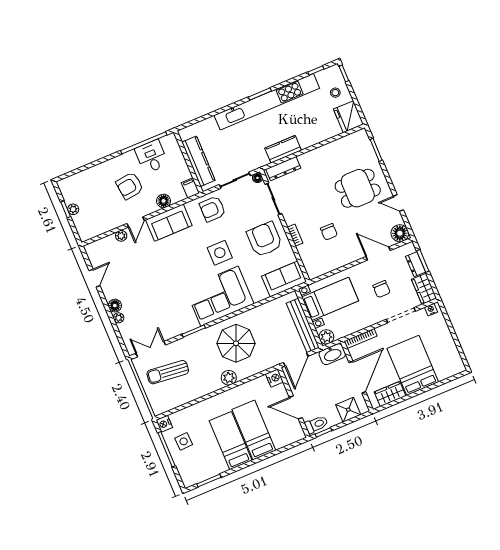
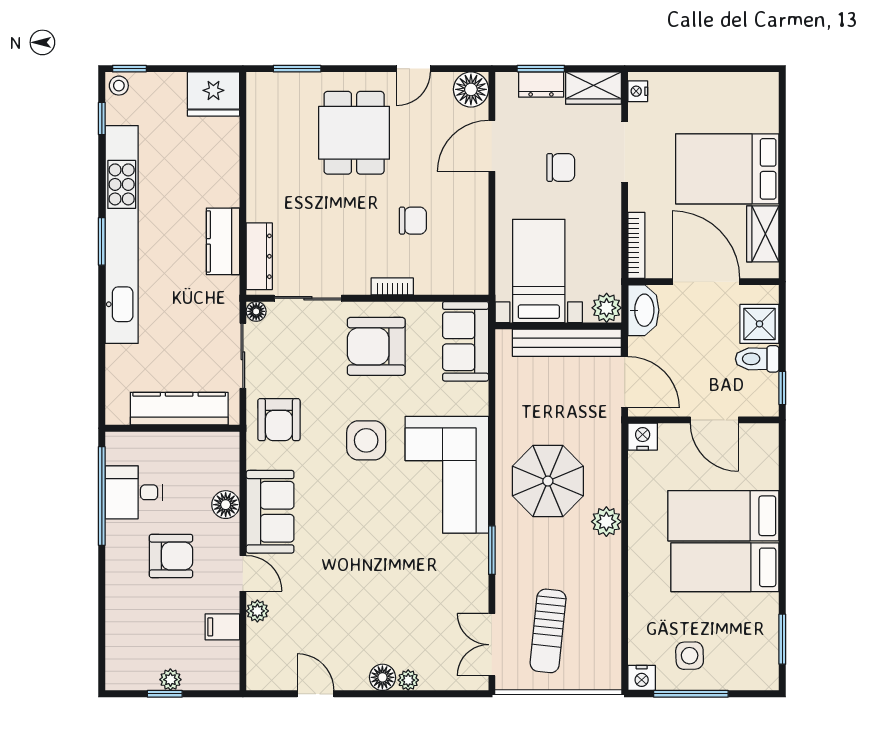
stool: (335, 93) -> (119, 86), moved
armchair: (130, 186) -> (171, 556), turned -83
filing cabinet: (190, 188) -> (222, 627), moved
door: (296, 408) -> (714, 420), hinge flipped
toilet: (316, 424) -> (757, 359), moved, turned -90

